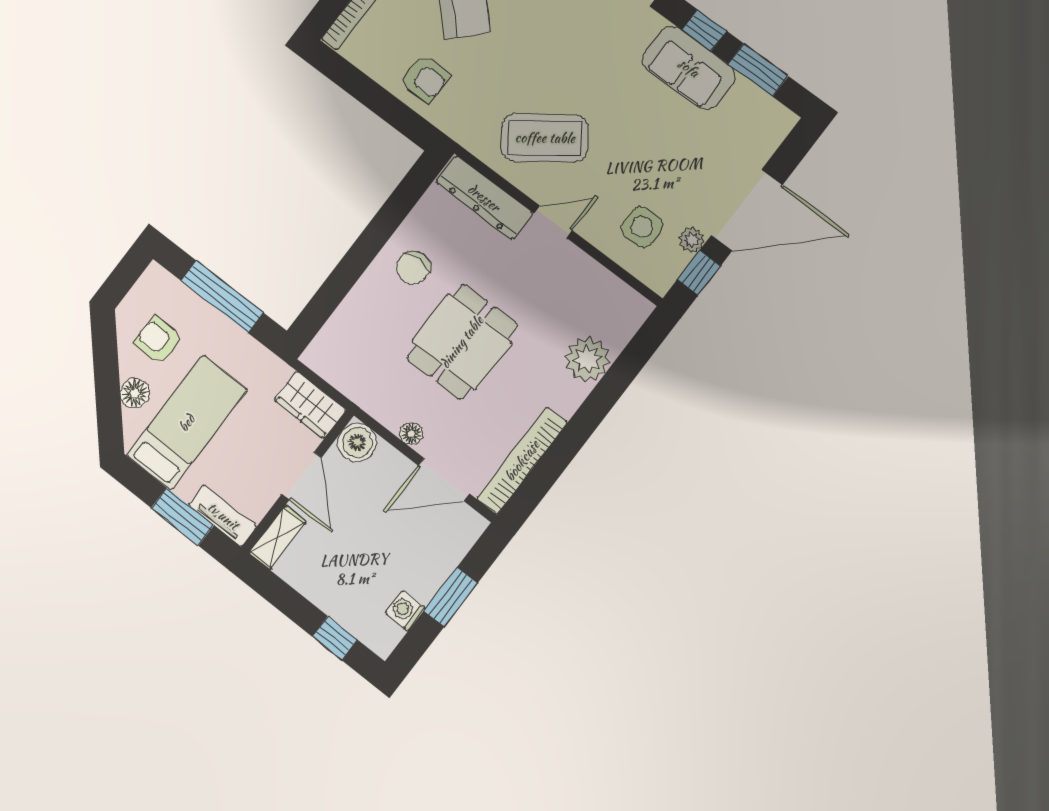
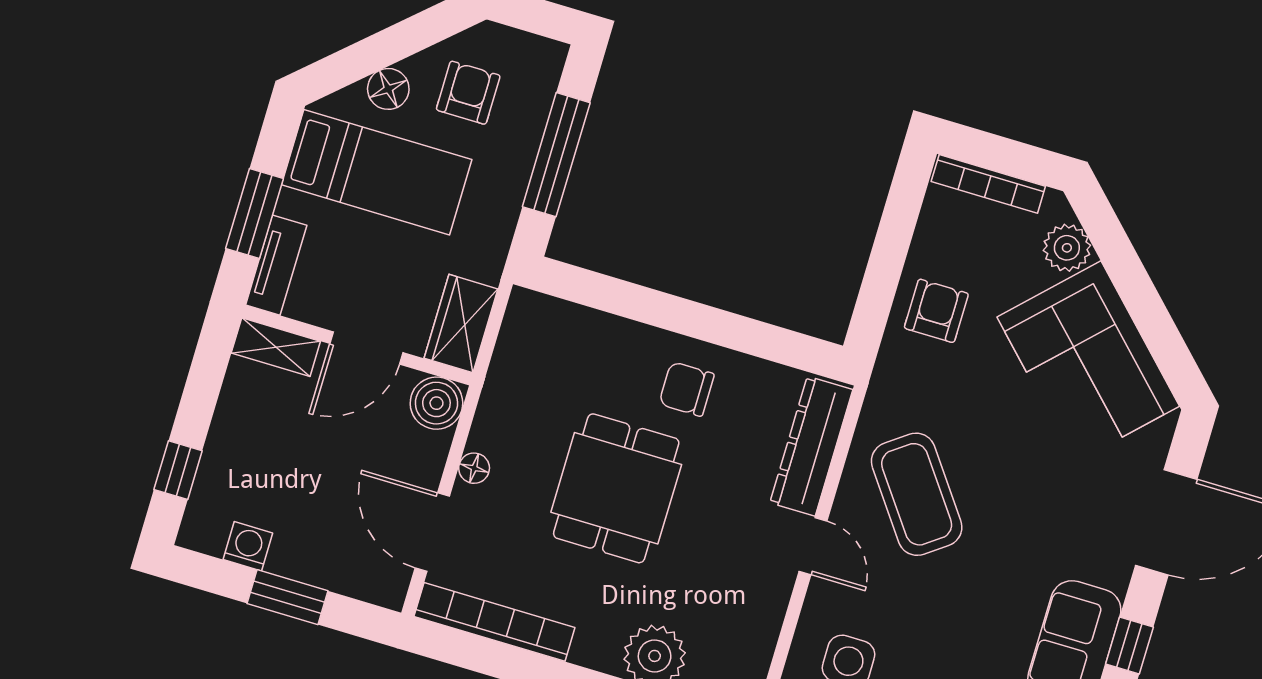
armchair: (425, 79) -> (936, 311), turned 180
dining table: (462, 342) -> (616, 488), turned 90

